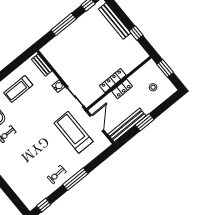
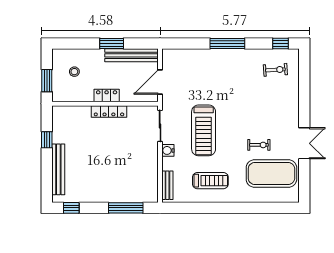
window: (64, 24) -> (126, 208), moved
treadmill: (73, 132) -> (204, 130), moved
exercise bike: (57, 174) -> (275, 70), moved

